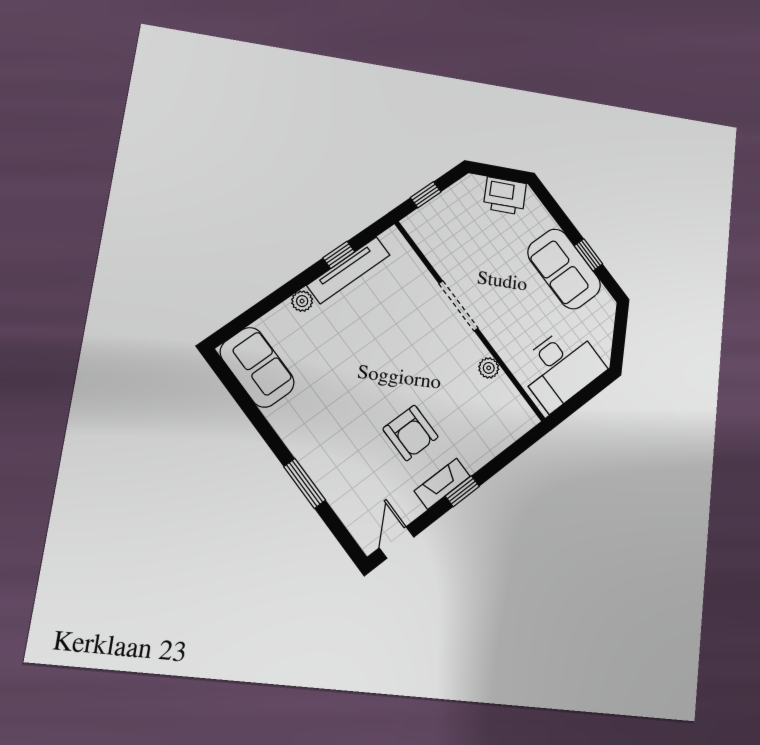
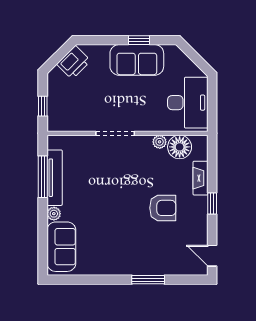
window: (339, 255) -> (43, 177), width x2.17
sofa: (257, 367) -> (61, 247), moved, turned 90
floor lamp: (501, 397) -> (180, 147), added
fireplace: (442, 484) -> (200, 178), moved

